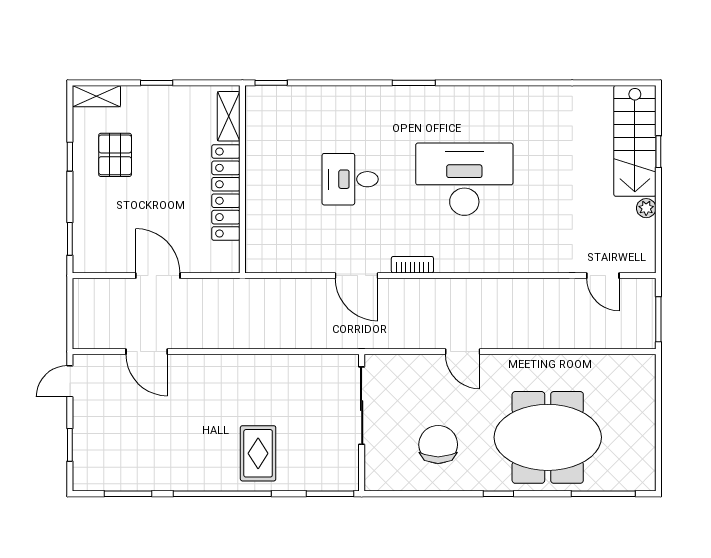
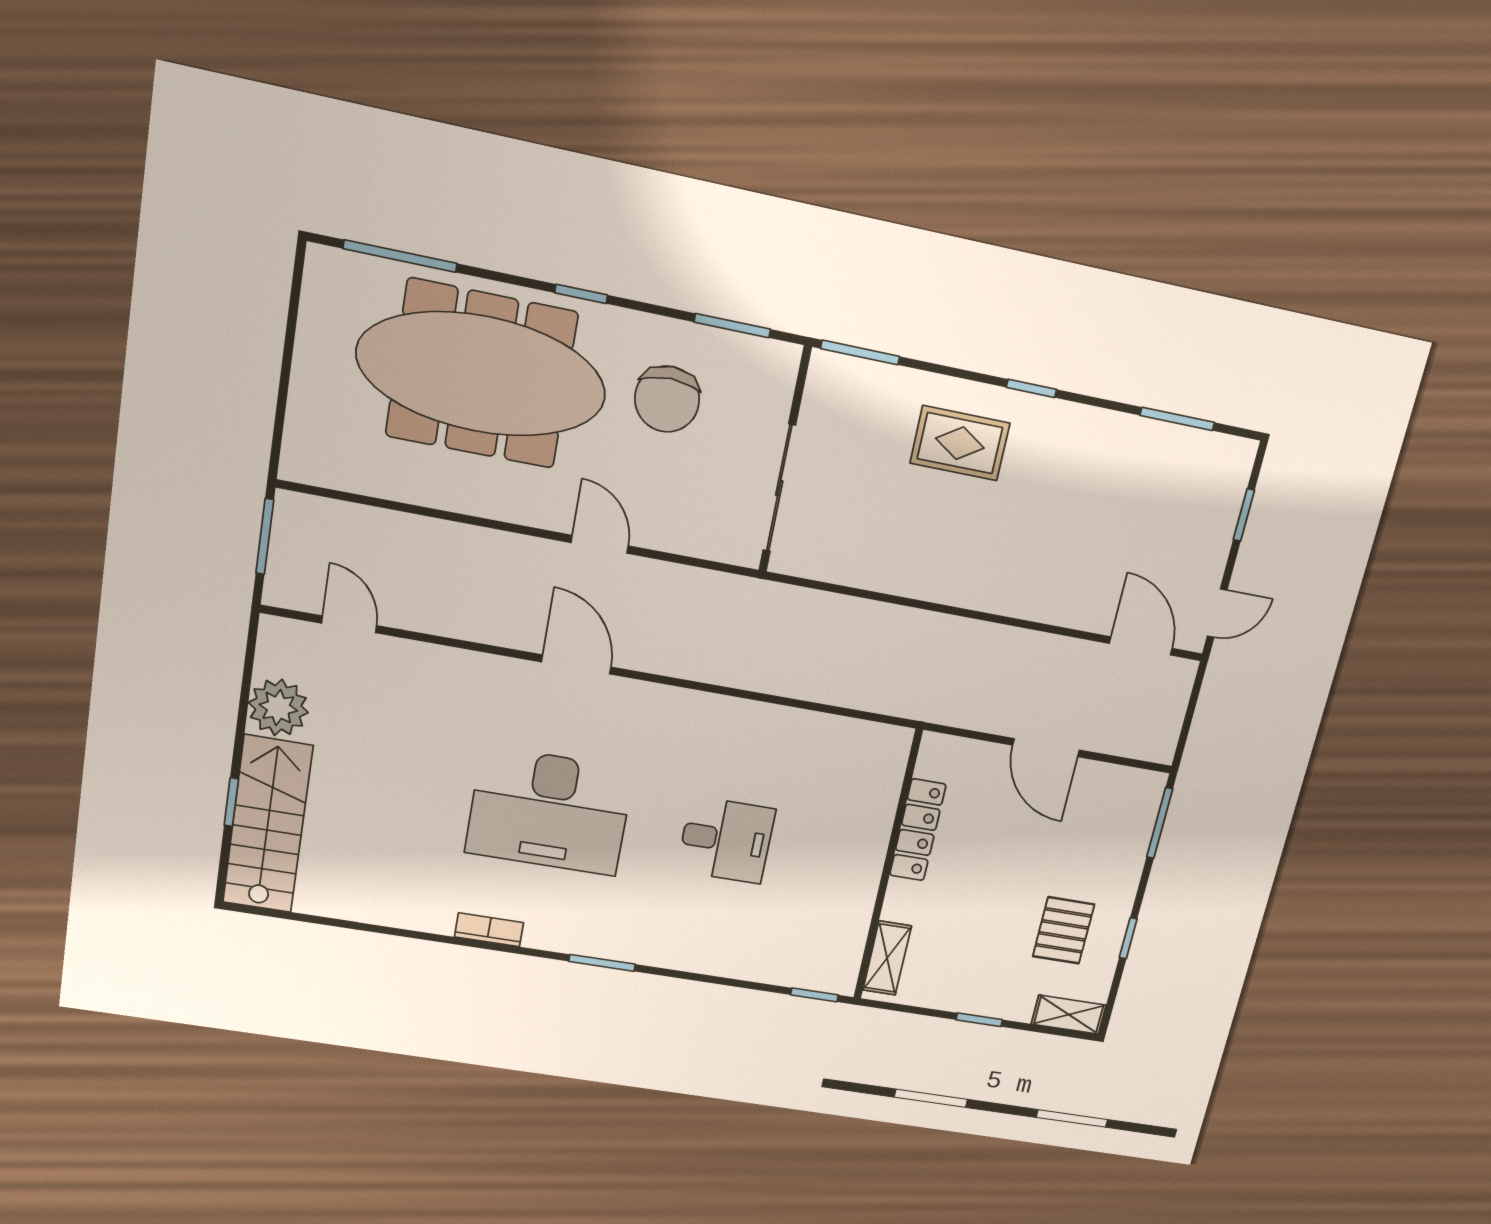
locker: (226, 192) -> (918, 830), width x0.71, depth x0.83
plant: (646, 208) -> (278, 708), width x1.88, depth x1.88
window: (70, 239) -> (1160, 823), width x1.50
bookcase: (412, 265) -> (489, 930), moved, turned 180
door: (357, 276) -> (576, 665), moved
door: (147, 352) -> (1141, 646), moved
meeting table: (548, 437) -> (482, 374), width x1.36
rug: (258, 453) -> (960, 443), turned 90
window: (222, 494) -> (1031, 388), width x0.32
window: (408, 494) -> (732, 326), added

